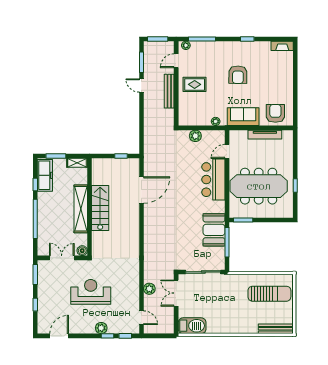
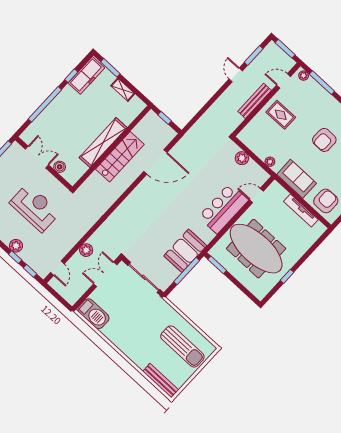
wall: (89, 207) -> (112, 148), moved
stairs: (100, 208) -> (120, 157), moved
shelving: (81, 209) -> (103, 143), moved

